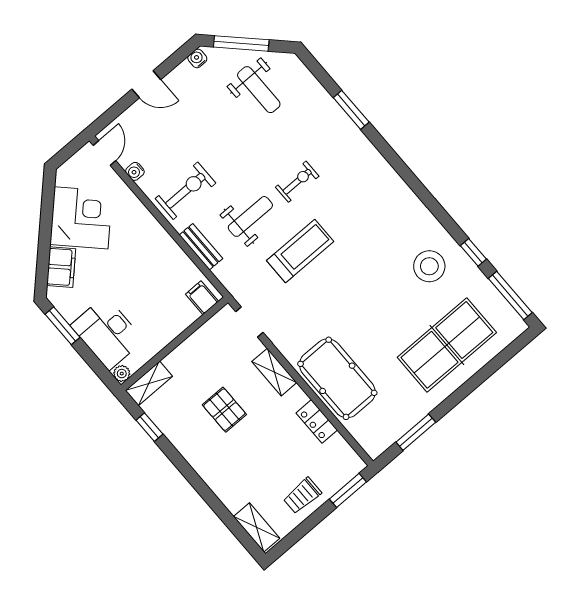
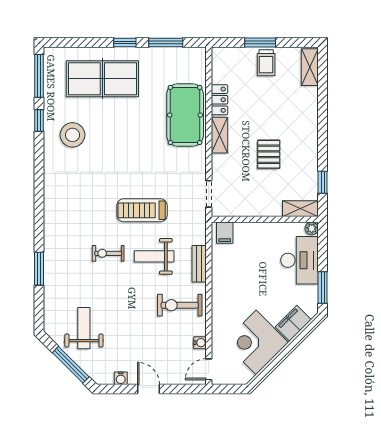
water cooler: (197, 58) -> (121, 378), moved
shelving: (274, 372) -> (220, 135), moved
window: (455, 398) -> (125, 42), added
window: (348, 490) -> (260, 42), moved
trolley: (302, 496) -> (266, 63), turned 90

